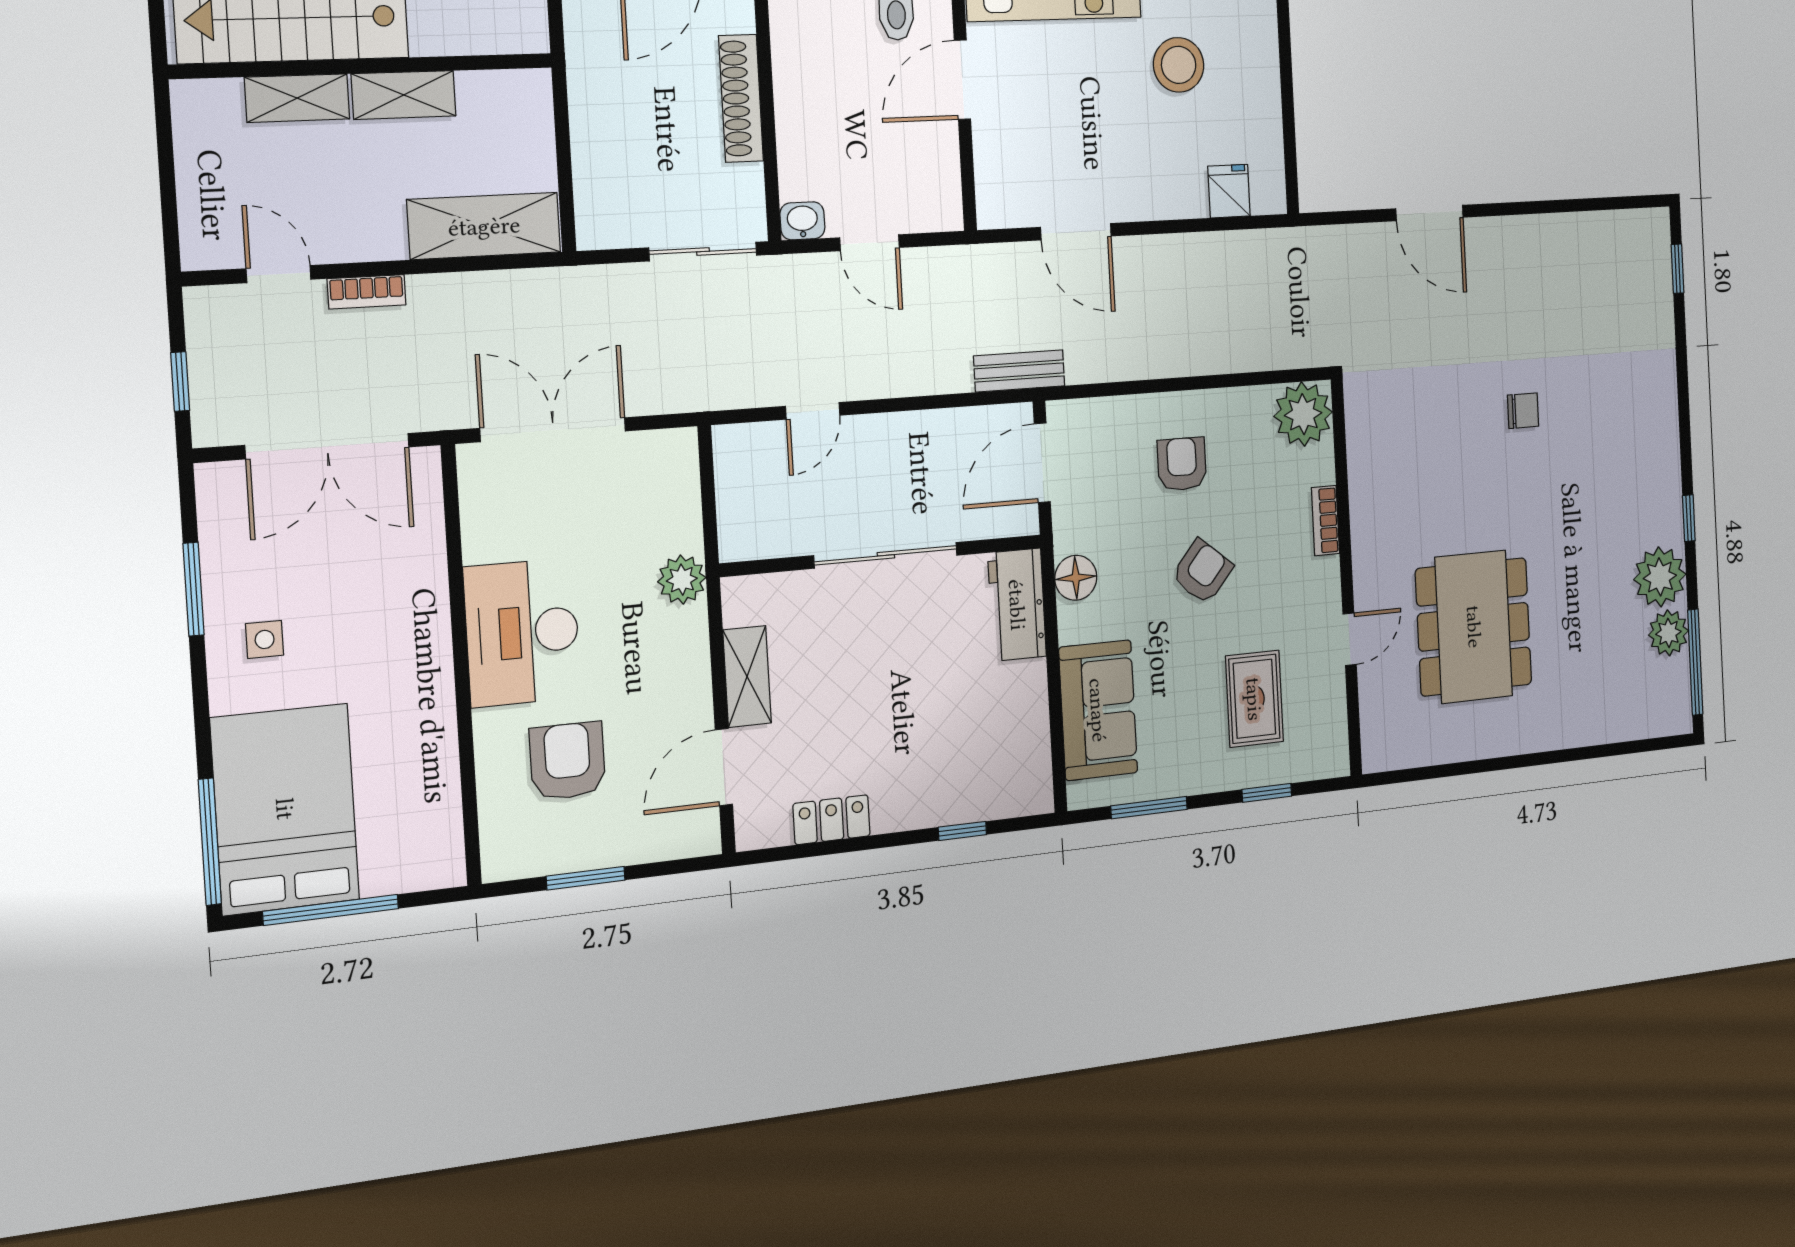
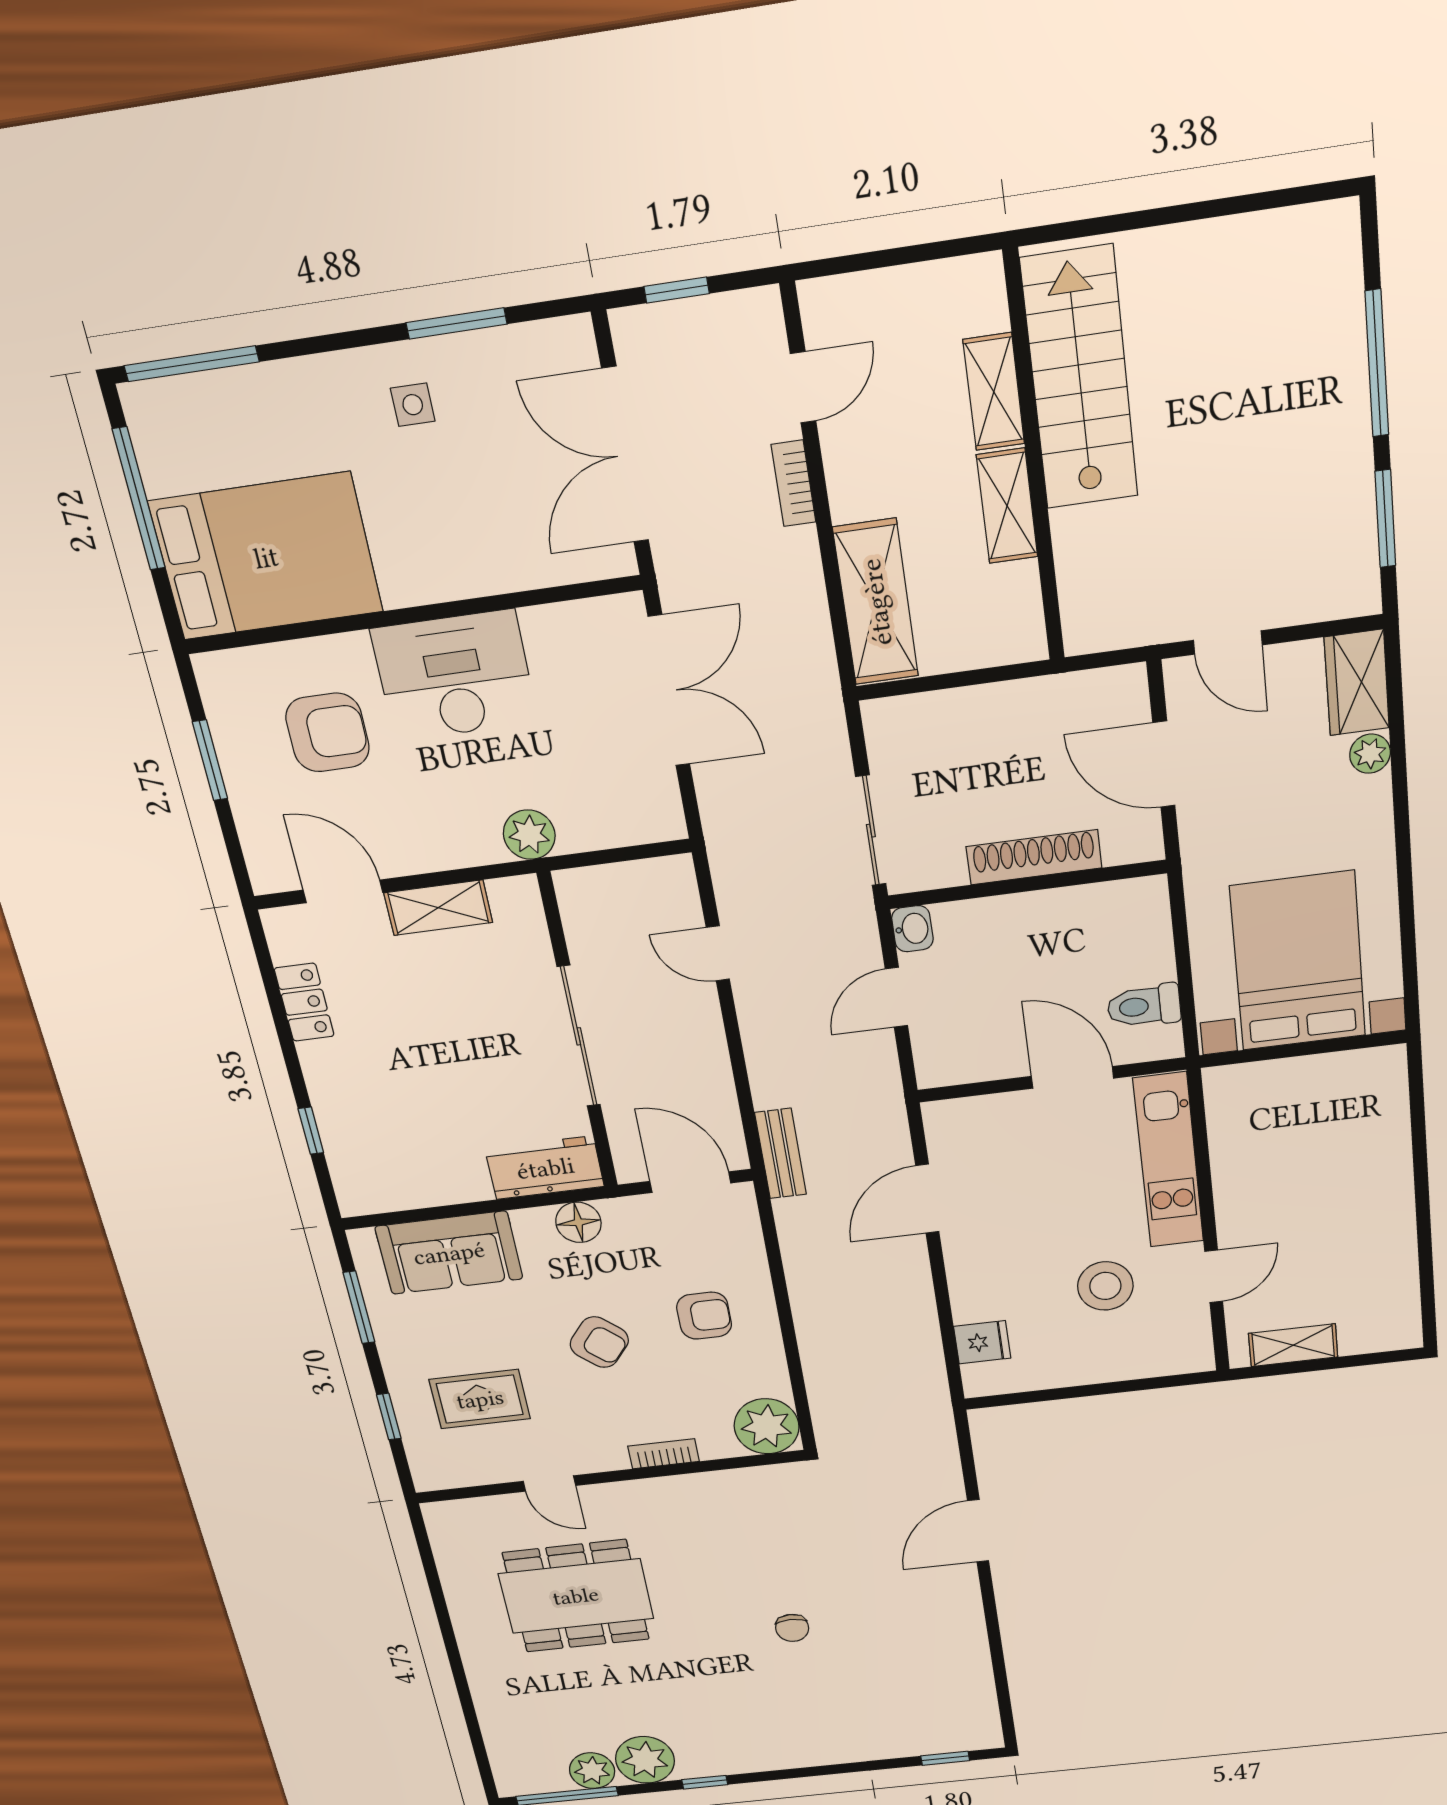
bed: (285, 809) -> (266, 557), moved

